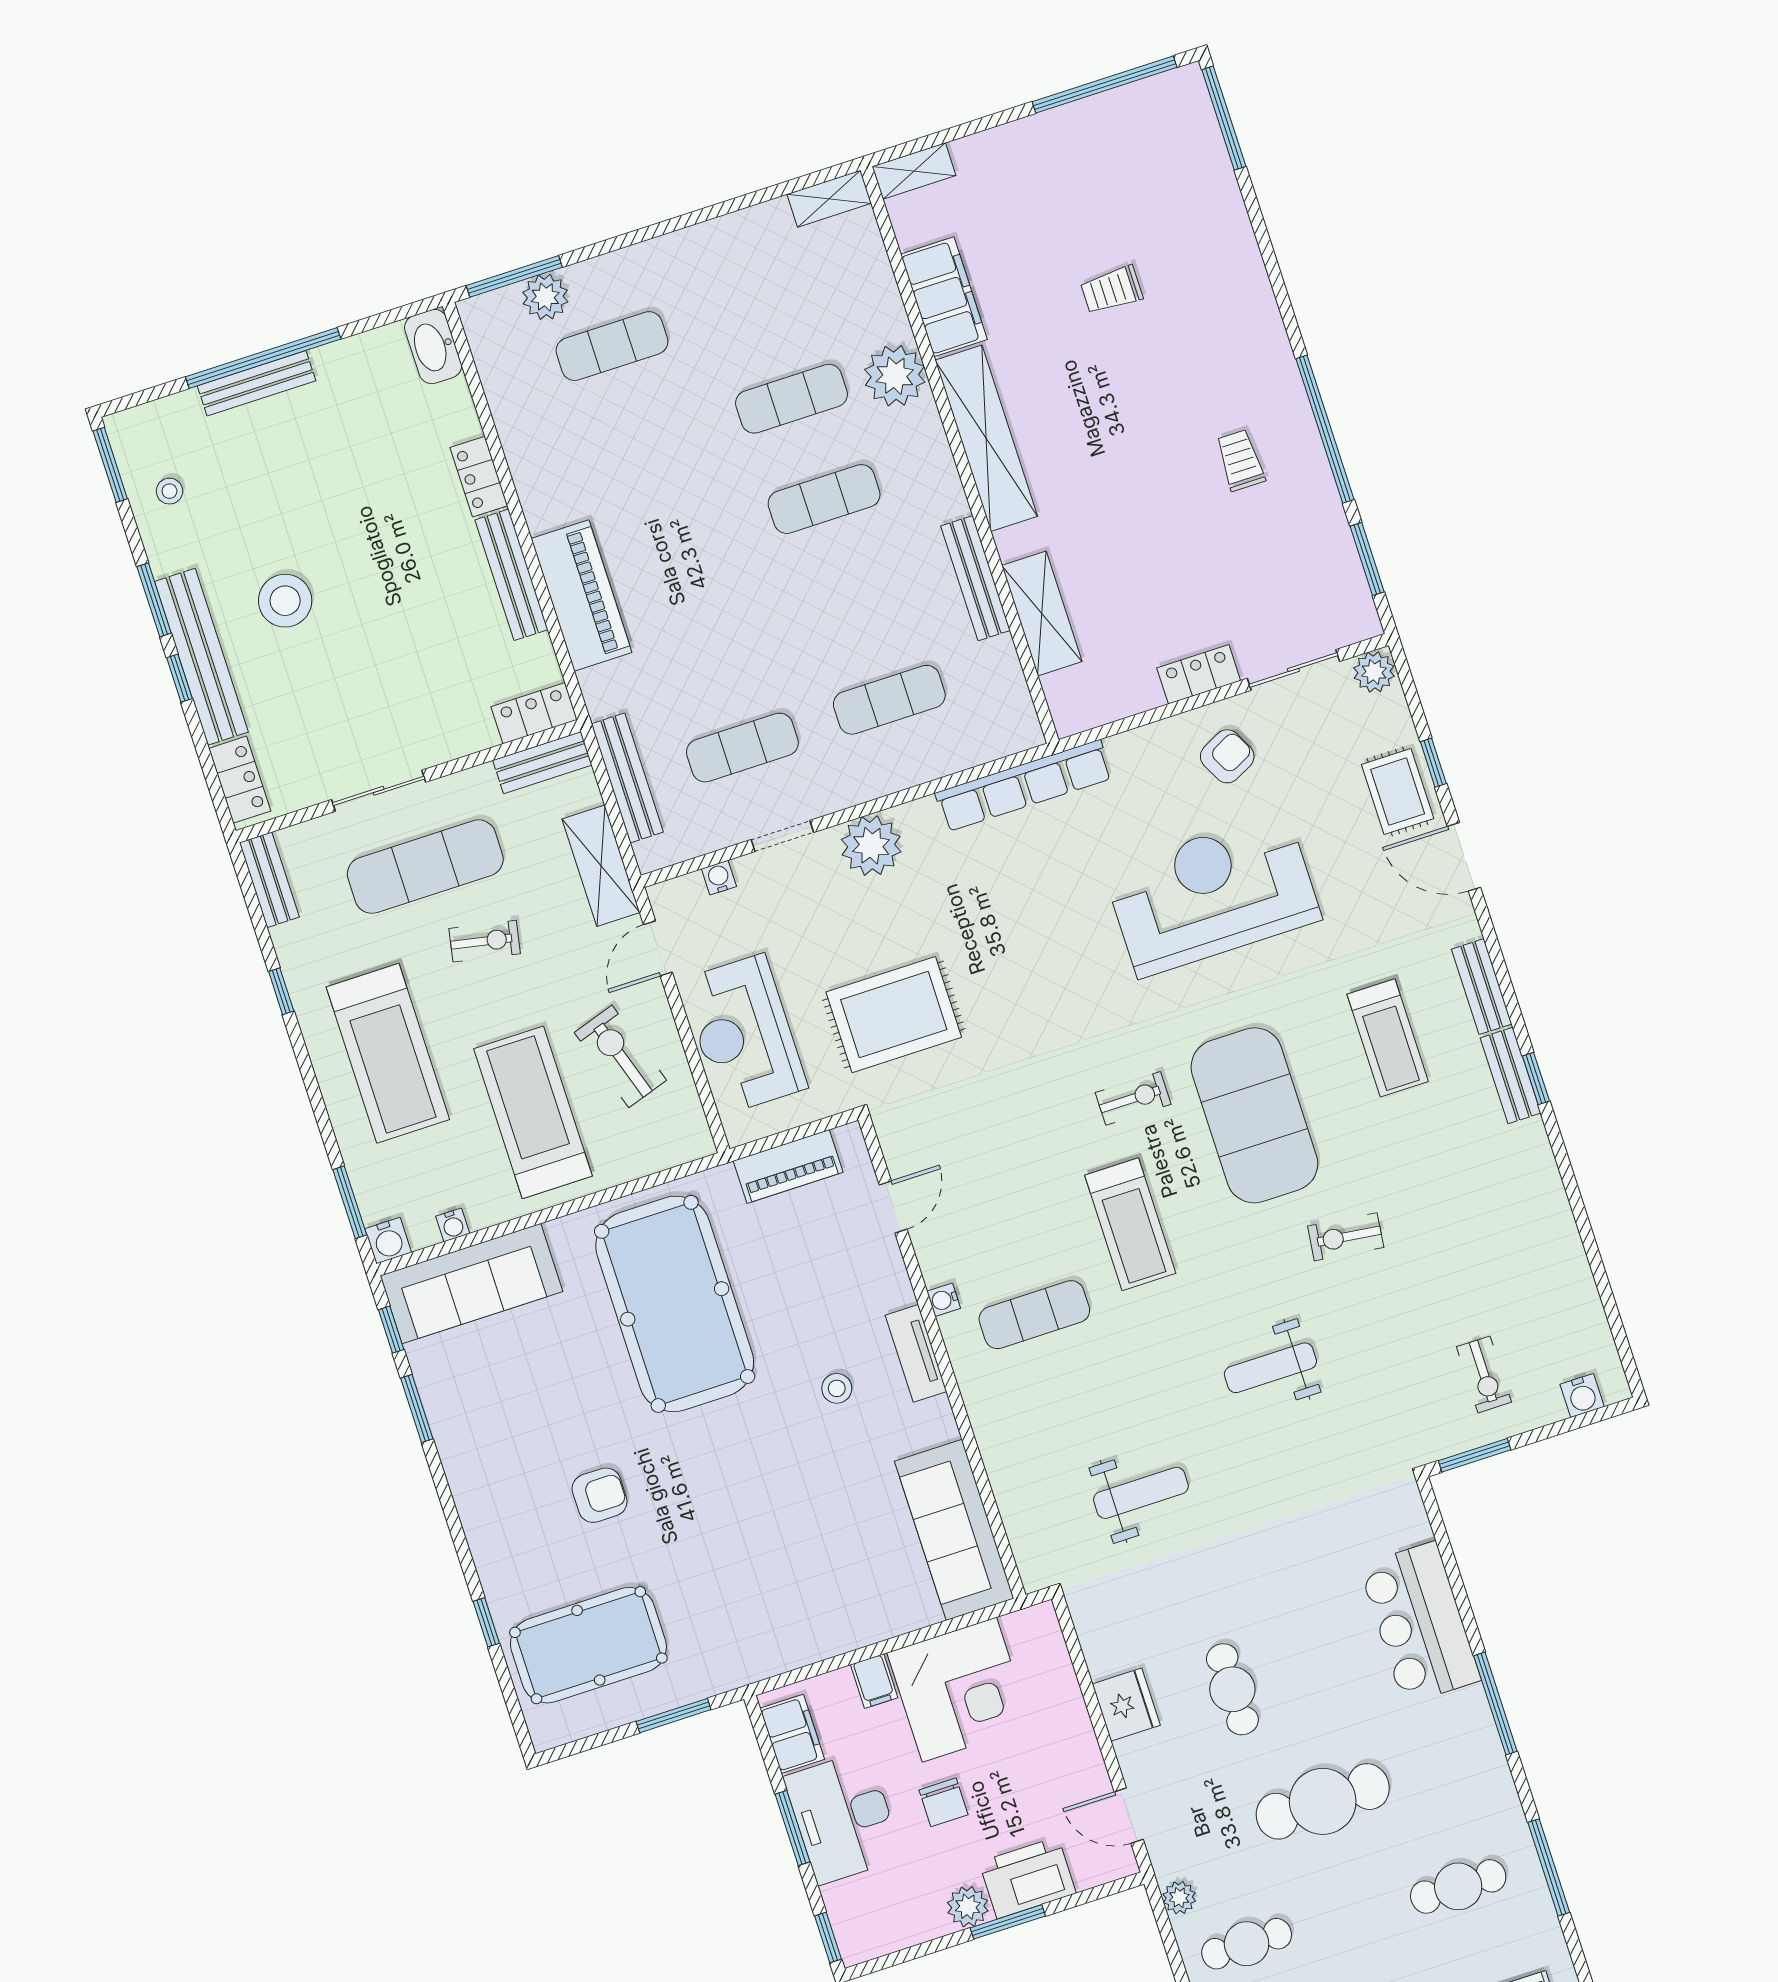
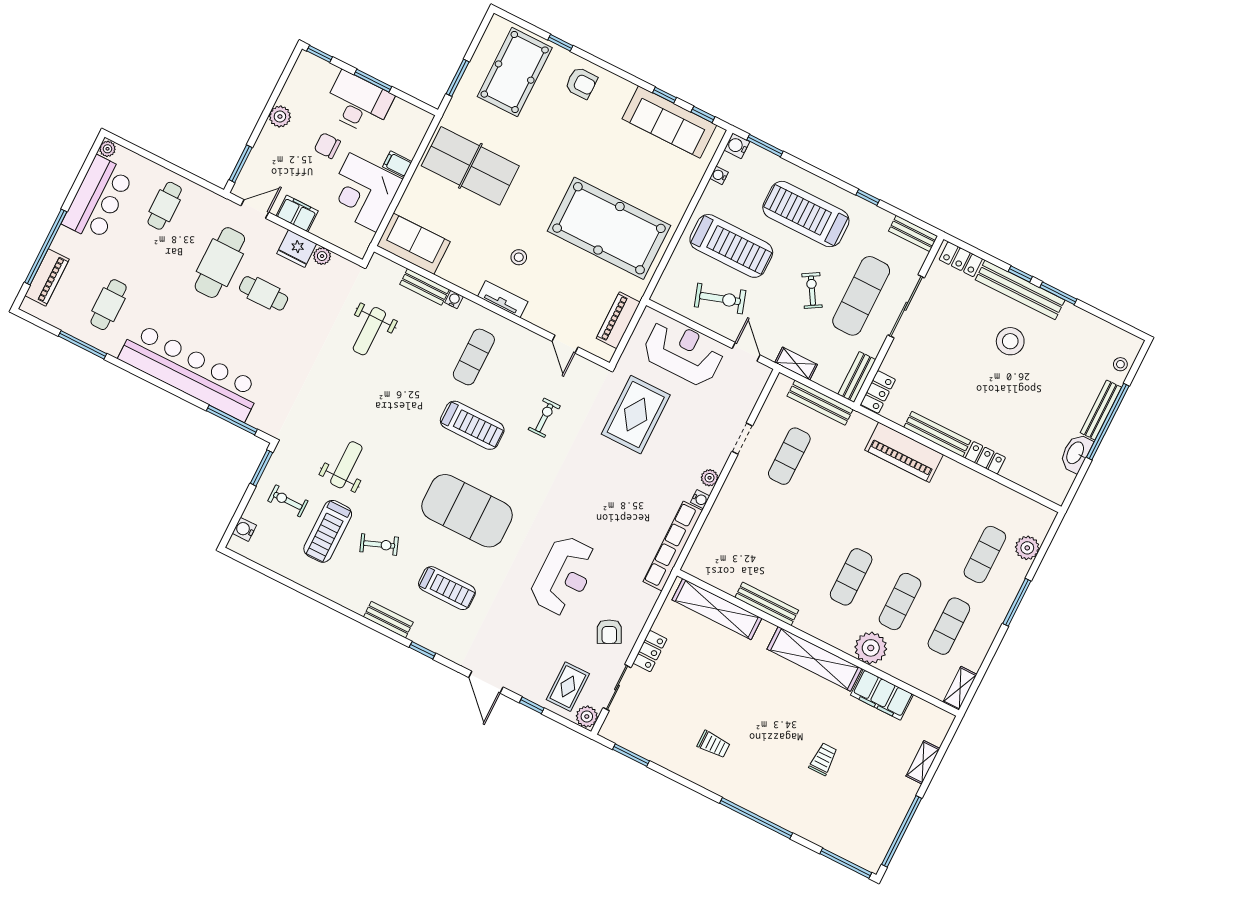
shelving: (914, 171) -> (923, 762), moved
window: (514, 276) -> (1017, 602), moved
washbasin: (433, 347) -> (1076, 453), moved, turned -90
window: (1325, 429) -> (756, 818), moved
window: (110, 465) -> (1124, 326), removed
stool: (169, 491) -> (1120, 364), moved
shelving: (1042, 614) -> (717, 609), width x1.47
exercise mat: (889, 700) -> (949, 626), moved
sliding door: (379, 791) -> (906, 306), width x1.37
rug: (1398, 792) -> (568, 687), moved, turned 90
plant: (871, 846) -> (710, 478), width x0.53, depth x0.53
door: (1464, 857) -> (486, 682), swing flipped
shelving: (601, 866) -> (796, 364), width x0.67, depth x0.75
water cooler: (719, 878) -> (700, 499), moved
reception desk: (1212, 894) -> (564, 576), width x0.74, depth x0.77
exercise bike: (485, 941) -> (812, 291), turned 138
bench: (1482, 987) -> (425, 287), moved
treadmill: (1388, 1038) -> (447, 588), turned 180
window: (1536, 1079) -> (422, 650), moved
exercise bike: (1133, 1098) -> (544, 418), moved, turned 180
treadmill: (1130, 1224) -> (472, 425), turned 180
exercise bike: (1346, 1237) -> (379, 545), moved, turned 62
treadmill: (1472, 1278) -> (328, 531), added
sofa: (471, 1284) -> (669, 122), moved, turned -90
water cooler: (944, 1300) -> (454, 300), moved
weight bench: (1270, 1368) -> (346, 465), moved
window: (417, 1408) -> (664, 95), width x0.67
armchair: (600, 1495) -> (581, 83), moved, turned -90
sofa: (954, 1530) -> (413, 244), width x0.73
table tennis table: (777, 1579) -> (470, 166), added
bar counter: (1420, 1623) -> (190, 372), width x1.86
window: (1495, 1703) -> (232, 420), moved
filing cabinet: (792, 1734) -> (297, 214), moved, turned 180
cafe table: (1323, 1801) -> (220, 263), moved
printer: (1028, 1878) -> (269, 149), removed
plant: (1179, 1898) -> (322, 256), moved
window: (1008, 1922) -> (241, 164), moved

